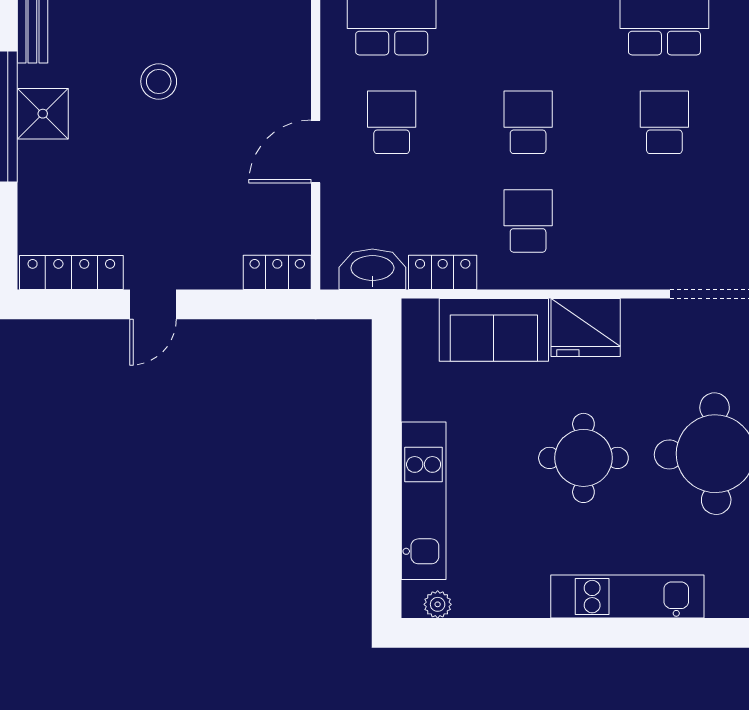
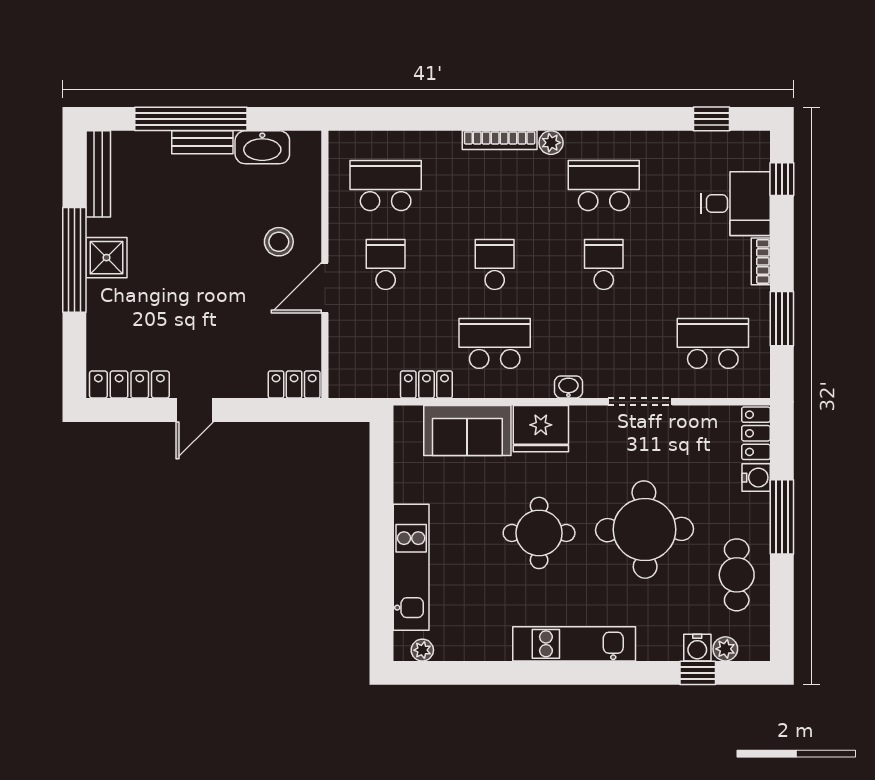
stool: (159, 81) -> (279, 242), moved
school desk: (528, 221) -> (495, 343), width x1.85
washbasin: (372, 269) -> (568, 387), moved, width x0.52, depth x0.69

